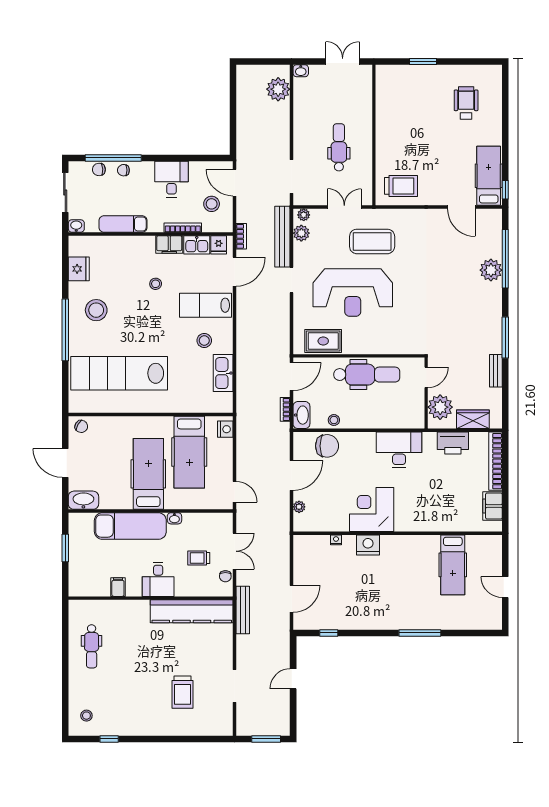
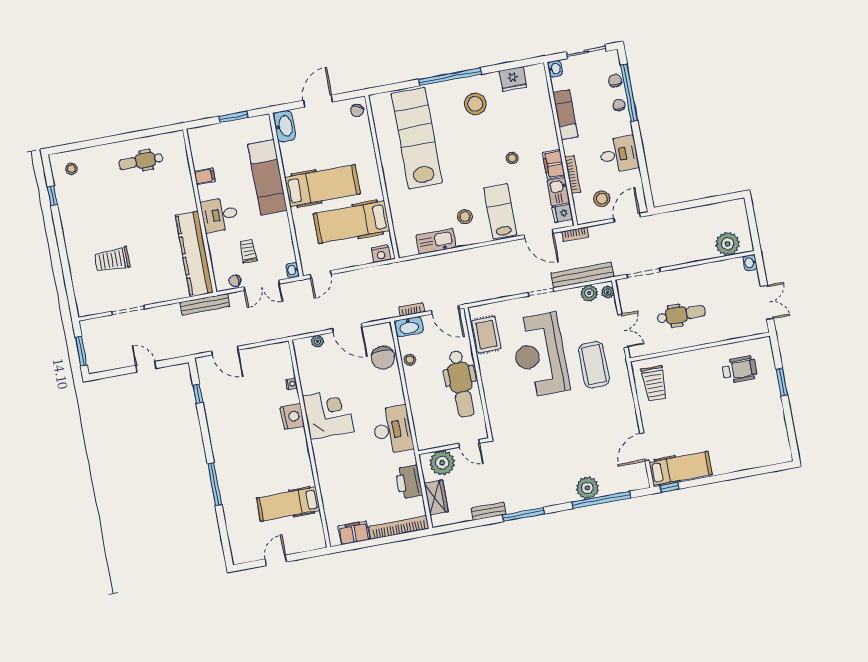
wheelchair: (466, 103) -> (739, 369), moved
washbasin: (174, 518) -> (292, 270), moved

